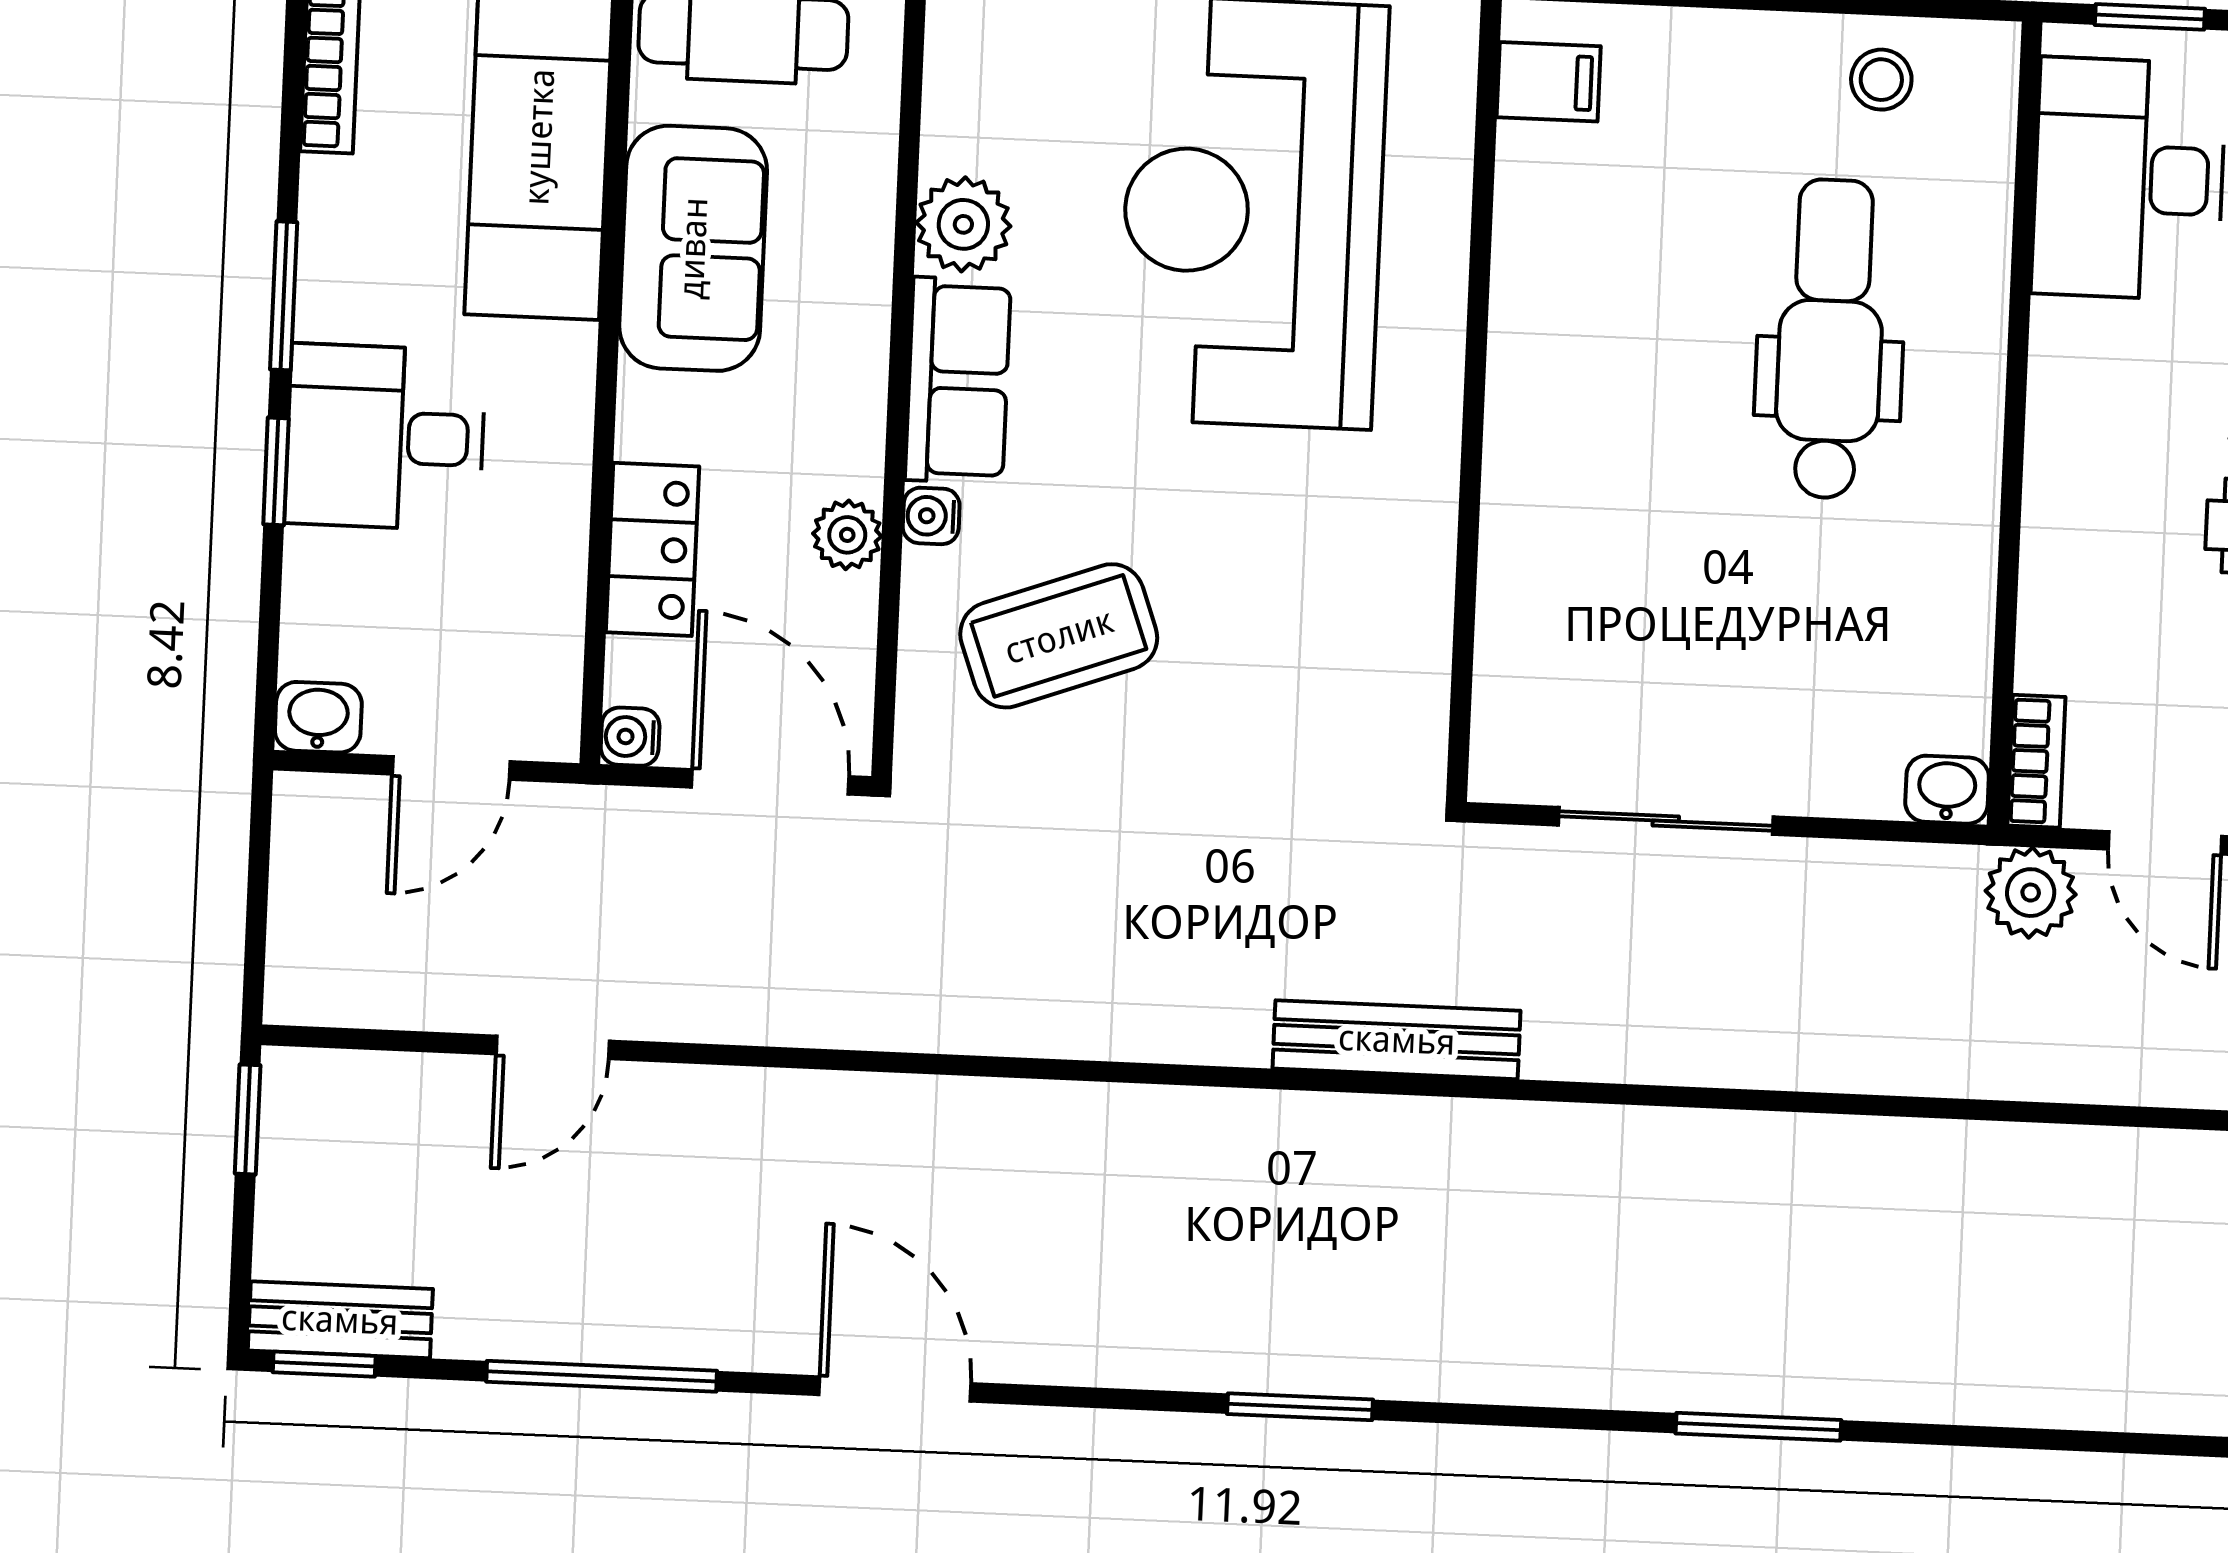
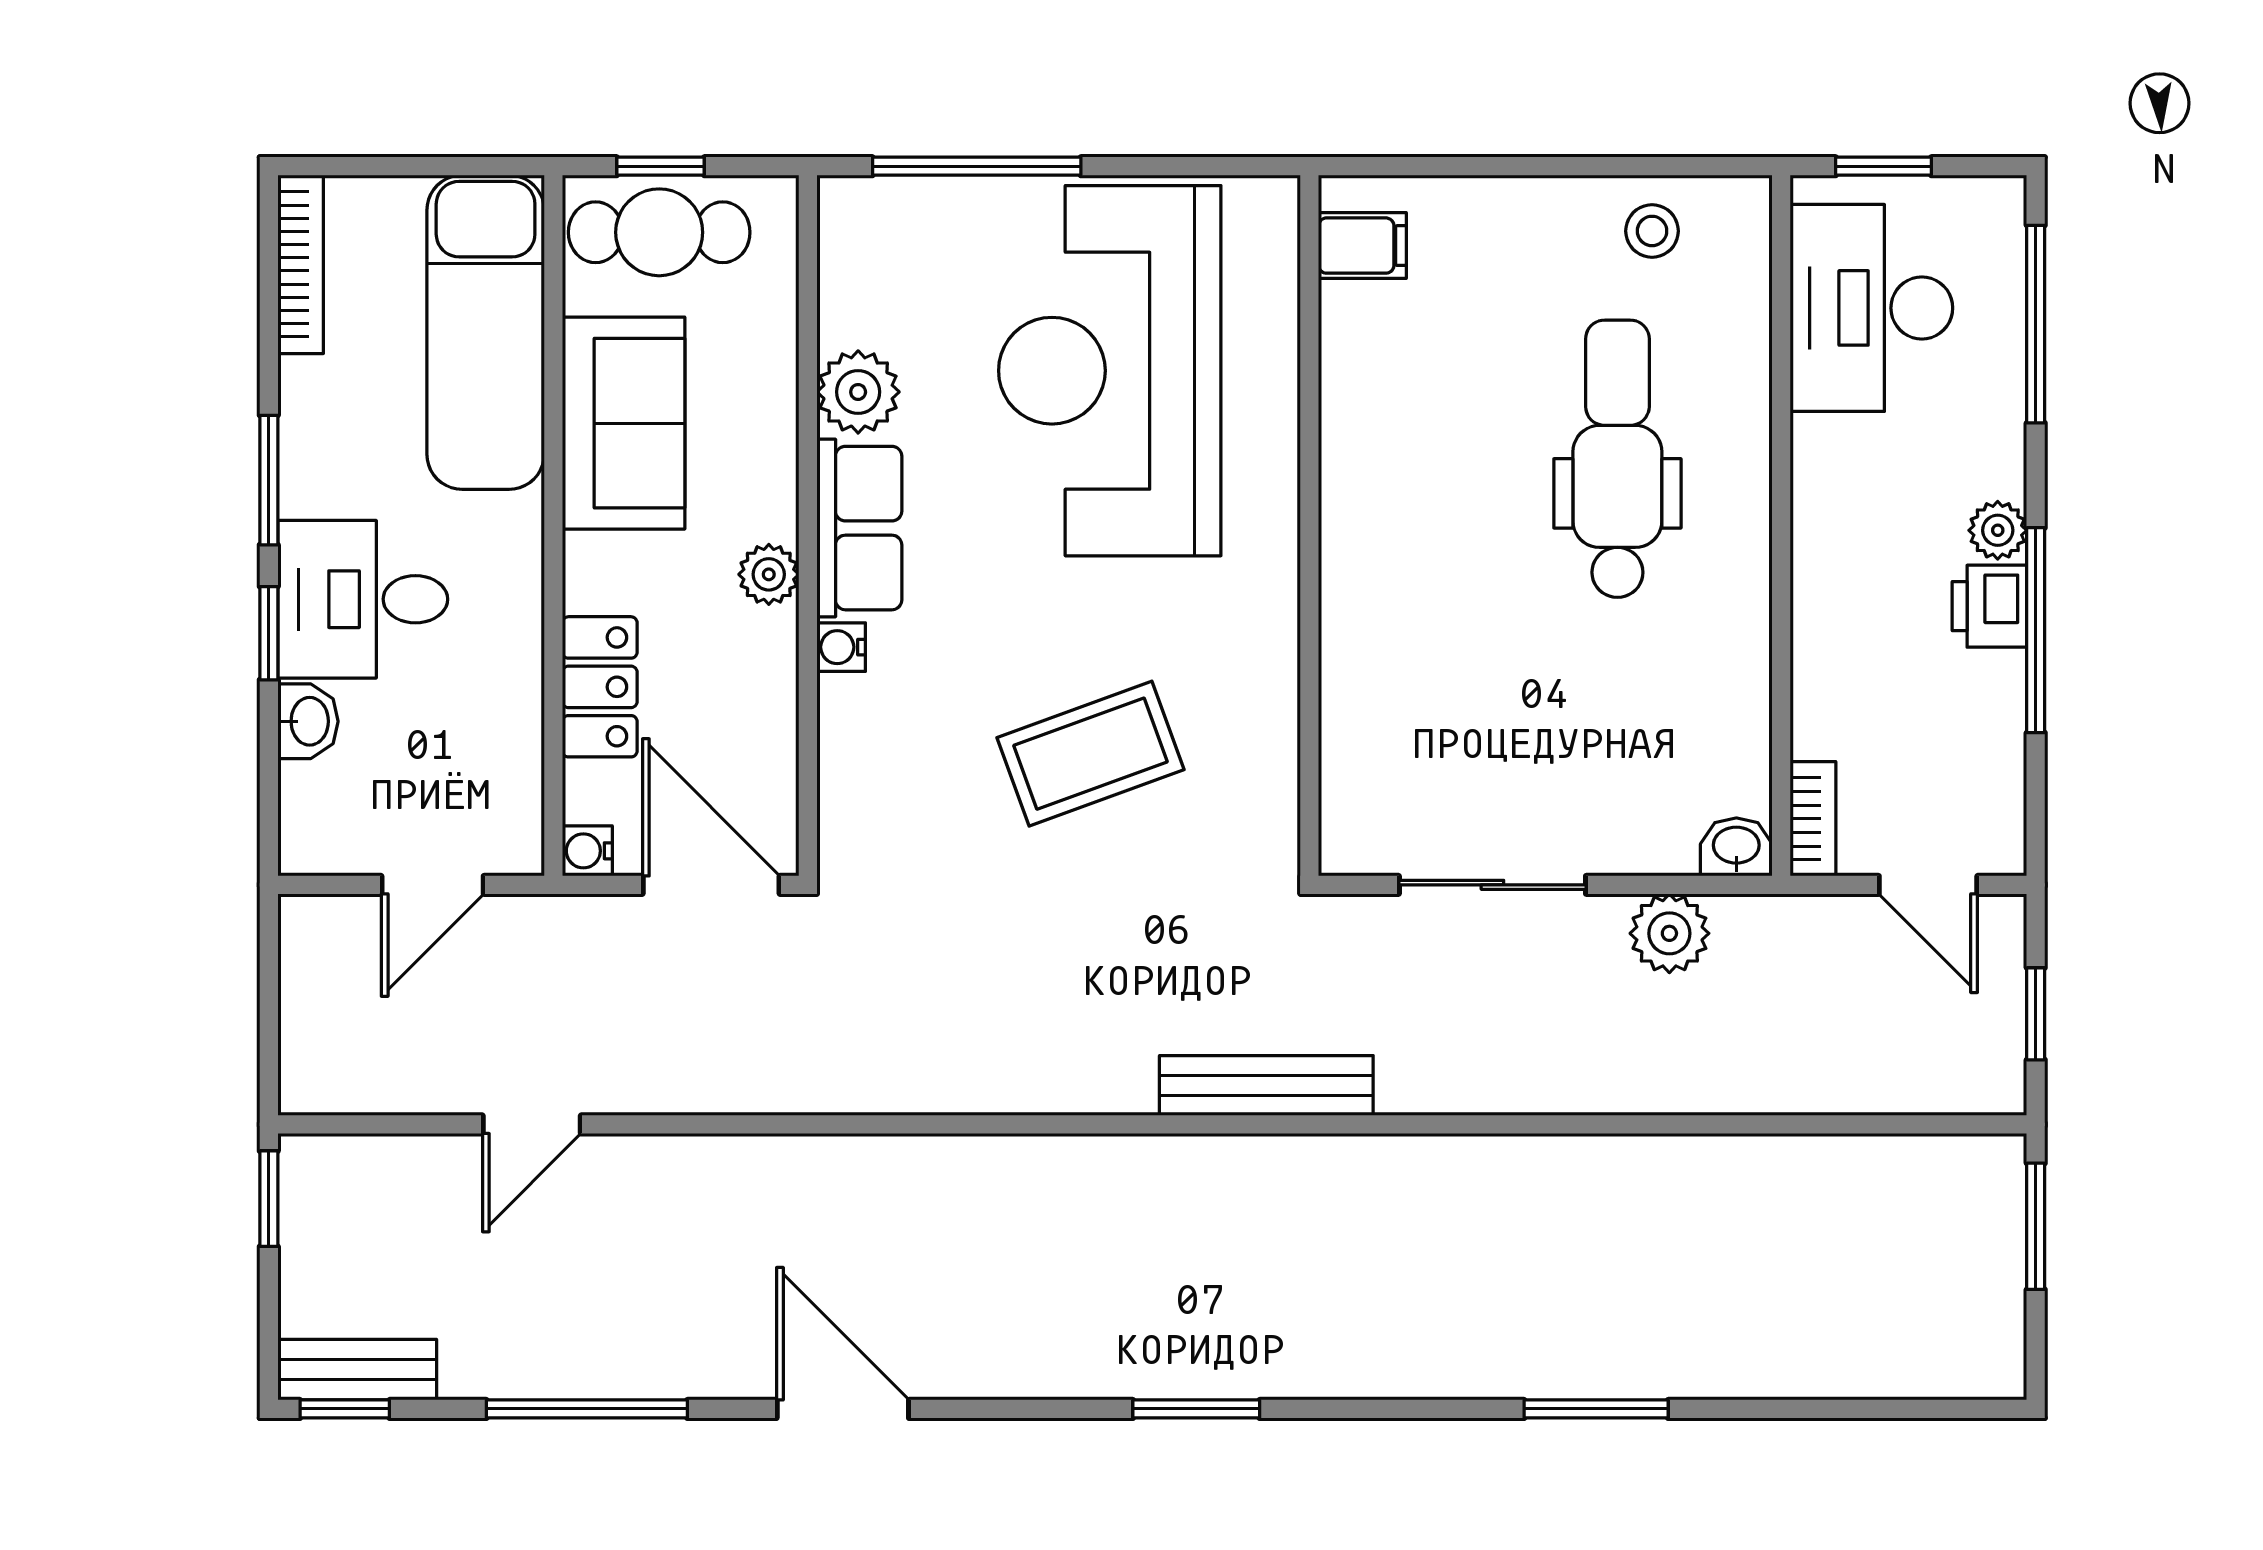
plant: (847, 535) -> (769, 574), moved
coffee table: (1059, 636) -> (1090, 754), moved
washbasin: (318, 717) -> (308, 721), moved, turned 90
plant: (2031, 893) -> (1669, 933), moved

